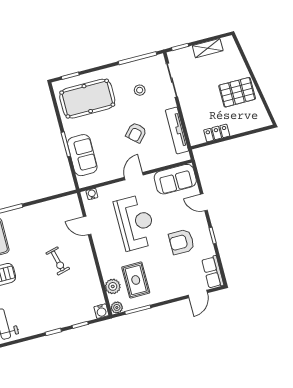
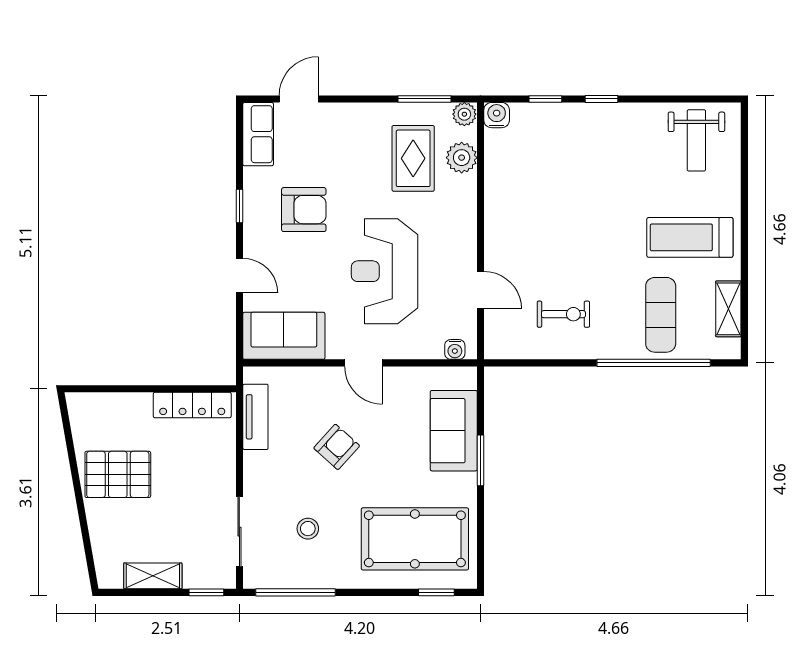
tv unit: (177, 130) -> (255, 417), width x0.71
locker: (217, 133) -> (192, 405), width x1.53
door: (134, 176) -> (364, 363), hinge flipped
exercise bike: (58, 261) -> (563, 314), moved, turned 104

